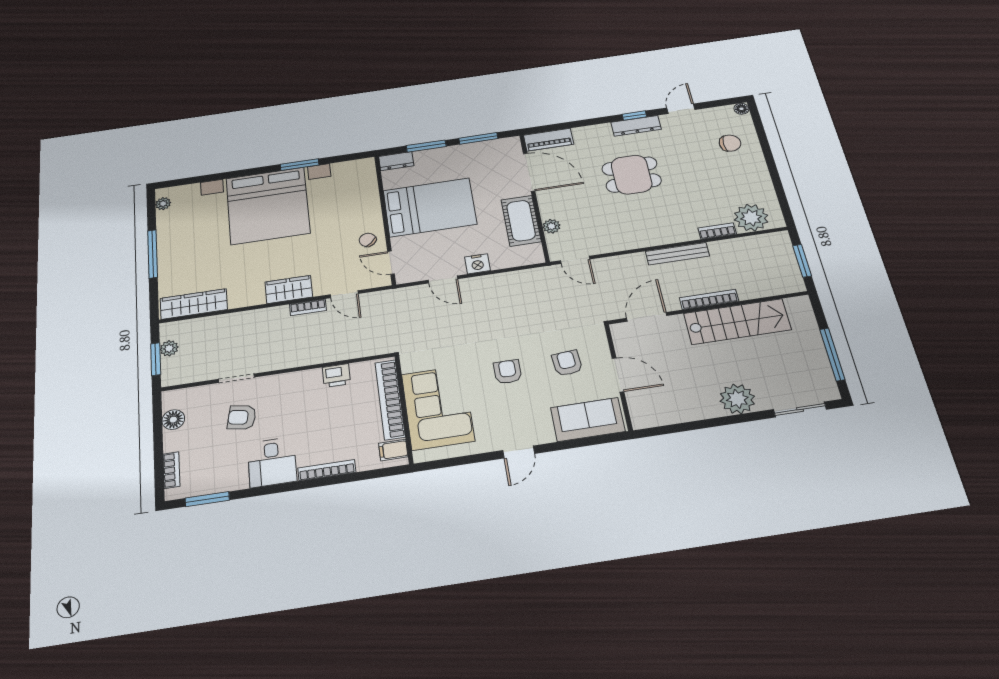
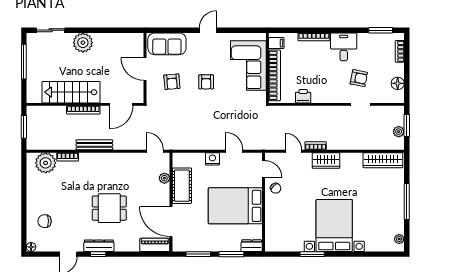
bed with nightstands: (268, 206) -> (334, 225), width x0.73

